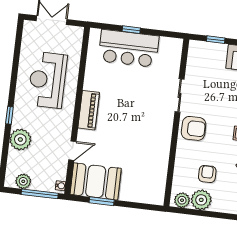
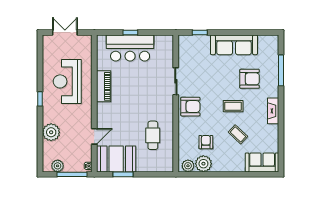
piano: (89, 110) -> (104, 86), moved
window: (9, 115) -> (40, 99), moved
cafe table: (144, 158) -> (153, 135), added

